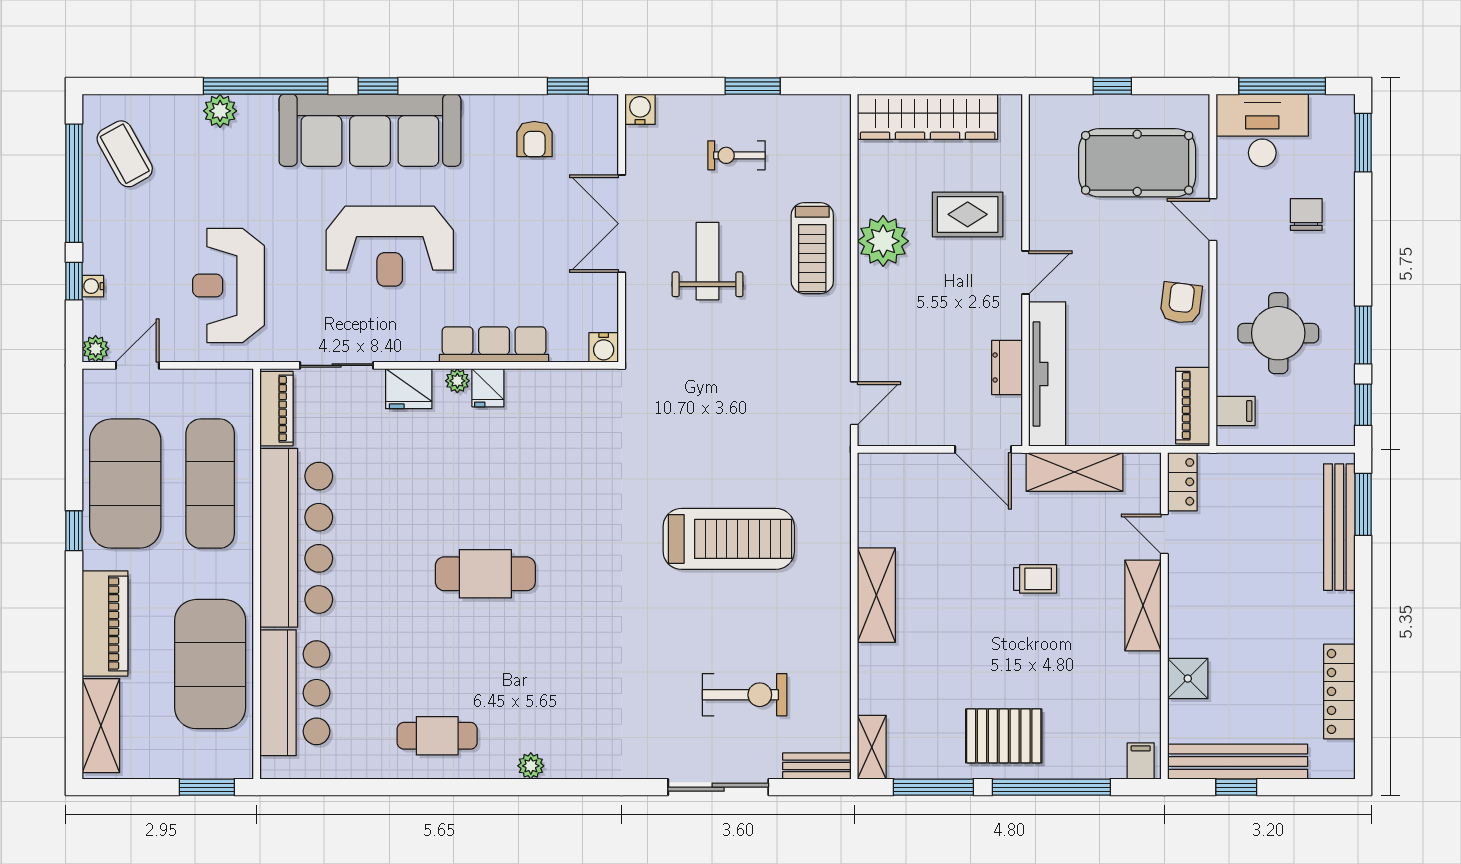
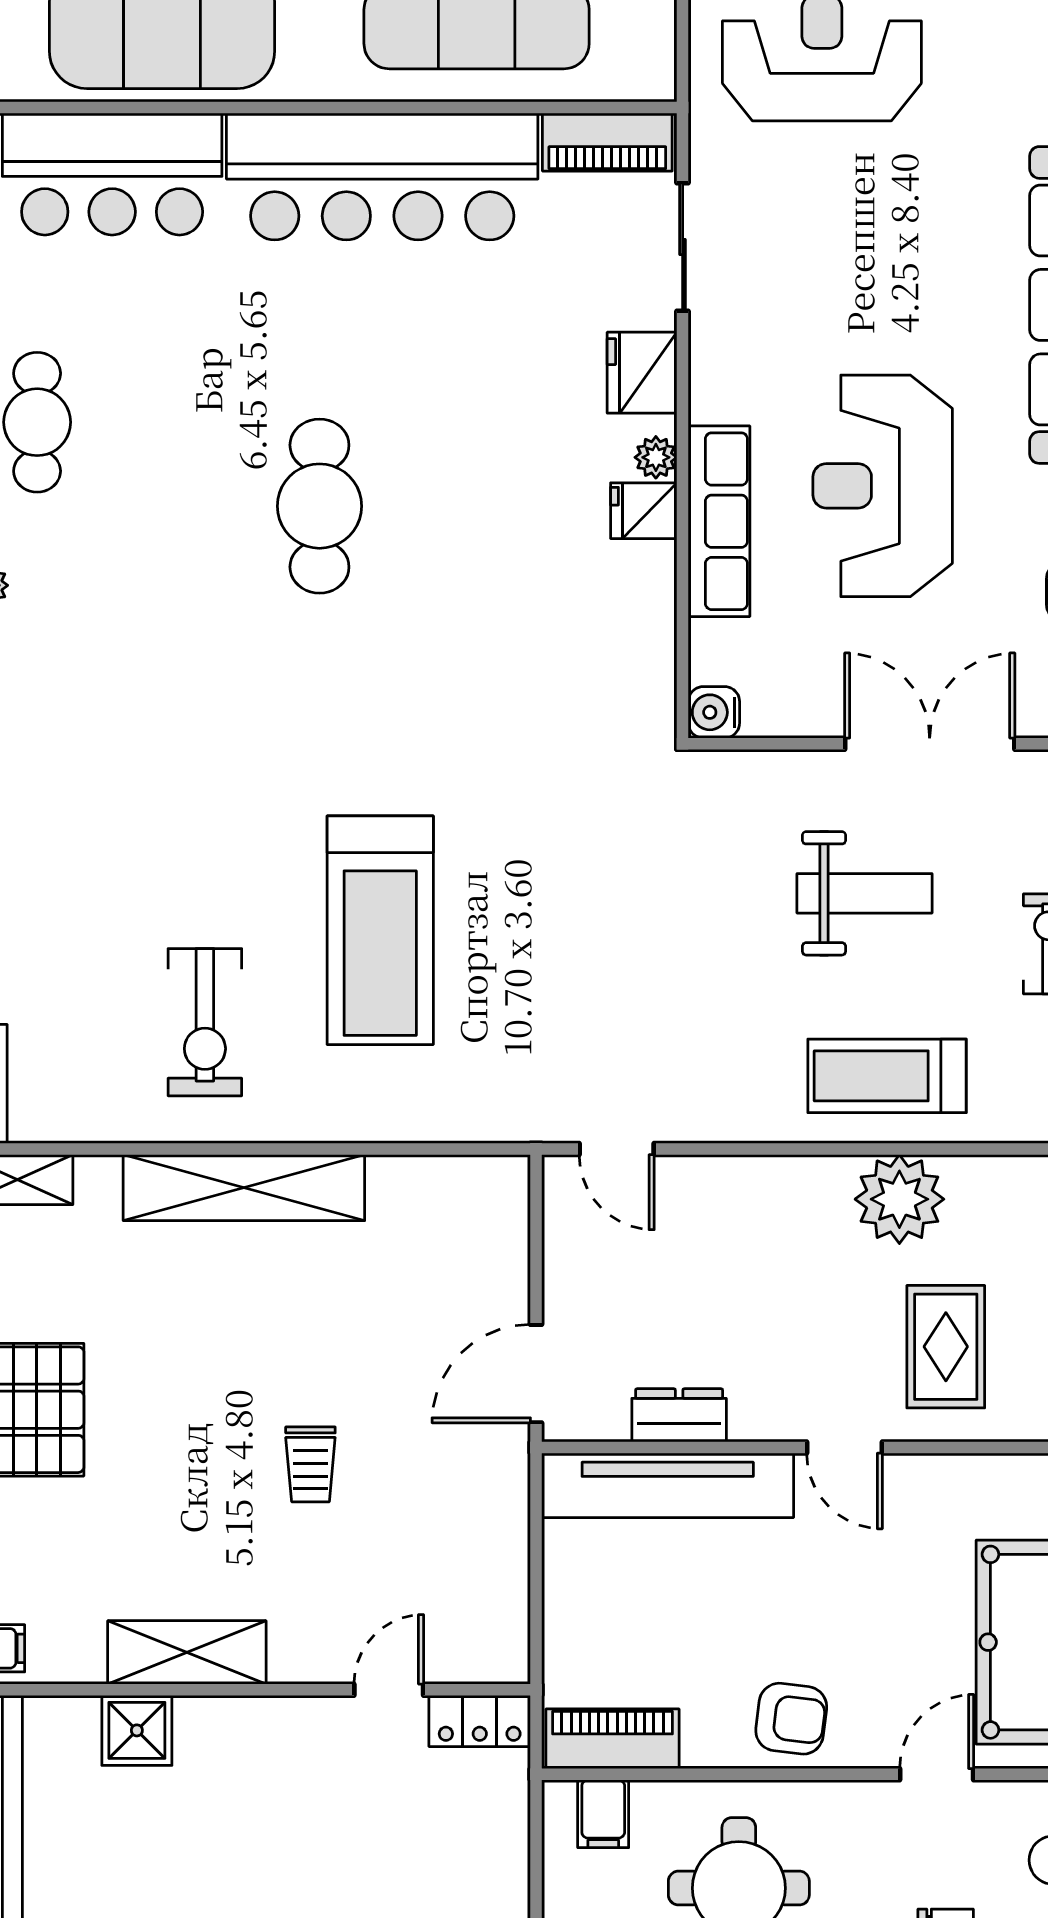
reception desk: (390, 246) -> (883, 486), moved
shelving: (1075, 472) -> (497, 1533), removed
shelving: (876, 595) -> (244, 1188), width x1.47
shelving: (1143, 605) -> (187, 1652), moved
exercise bike: (745, 695) -> (205, 1022), moved

